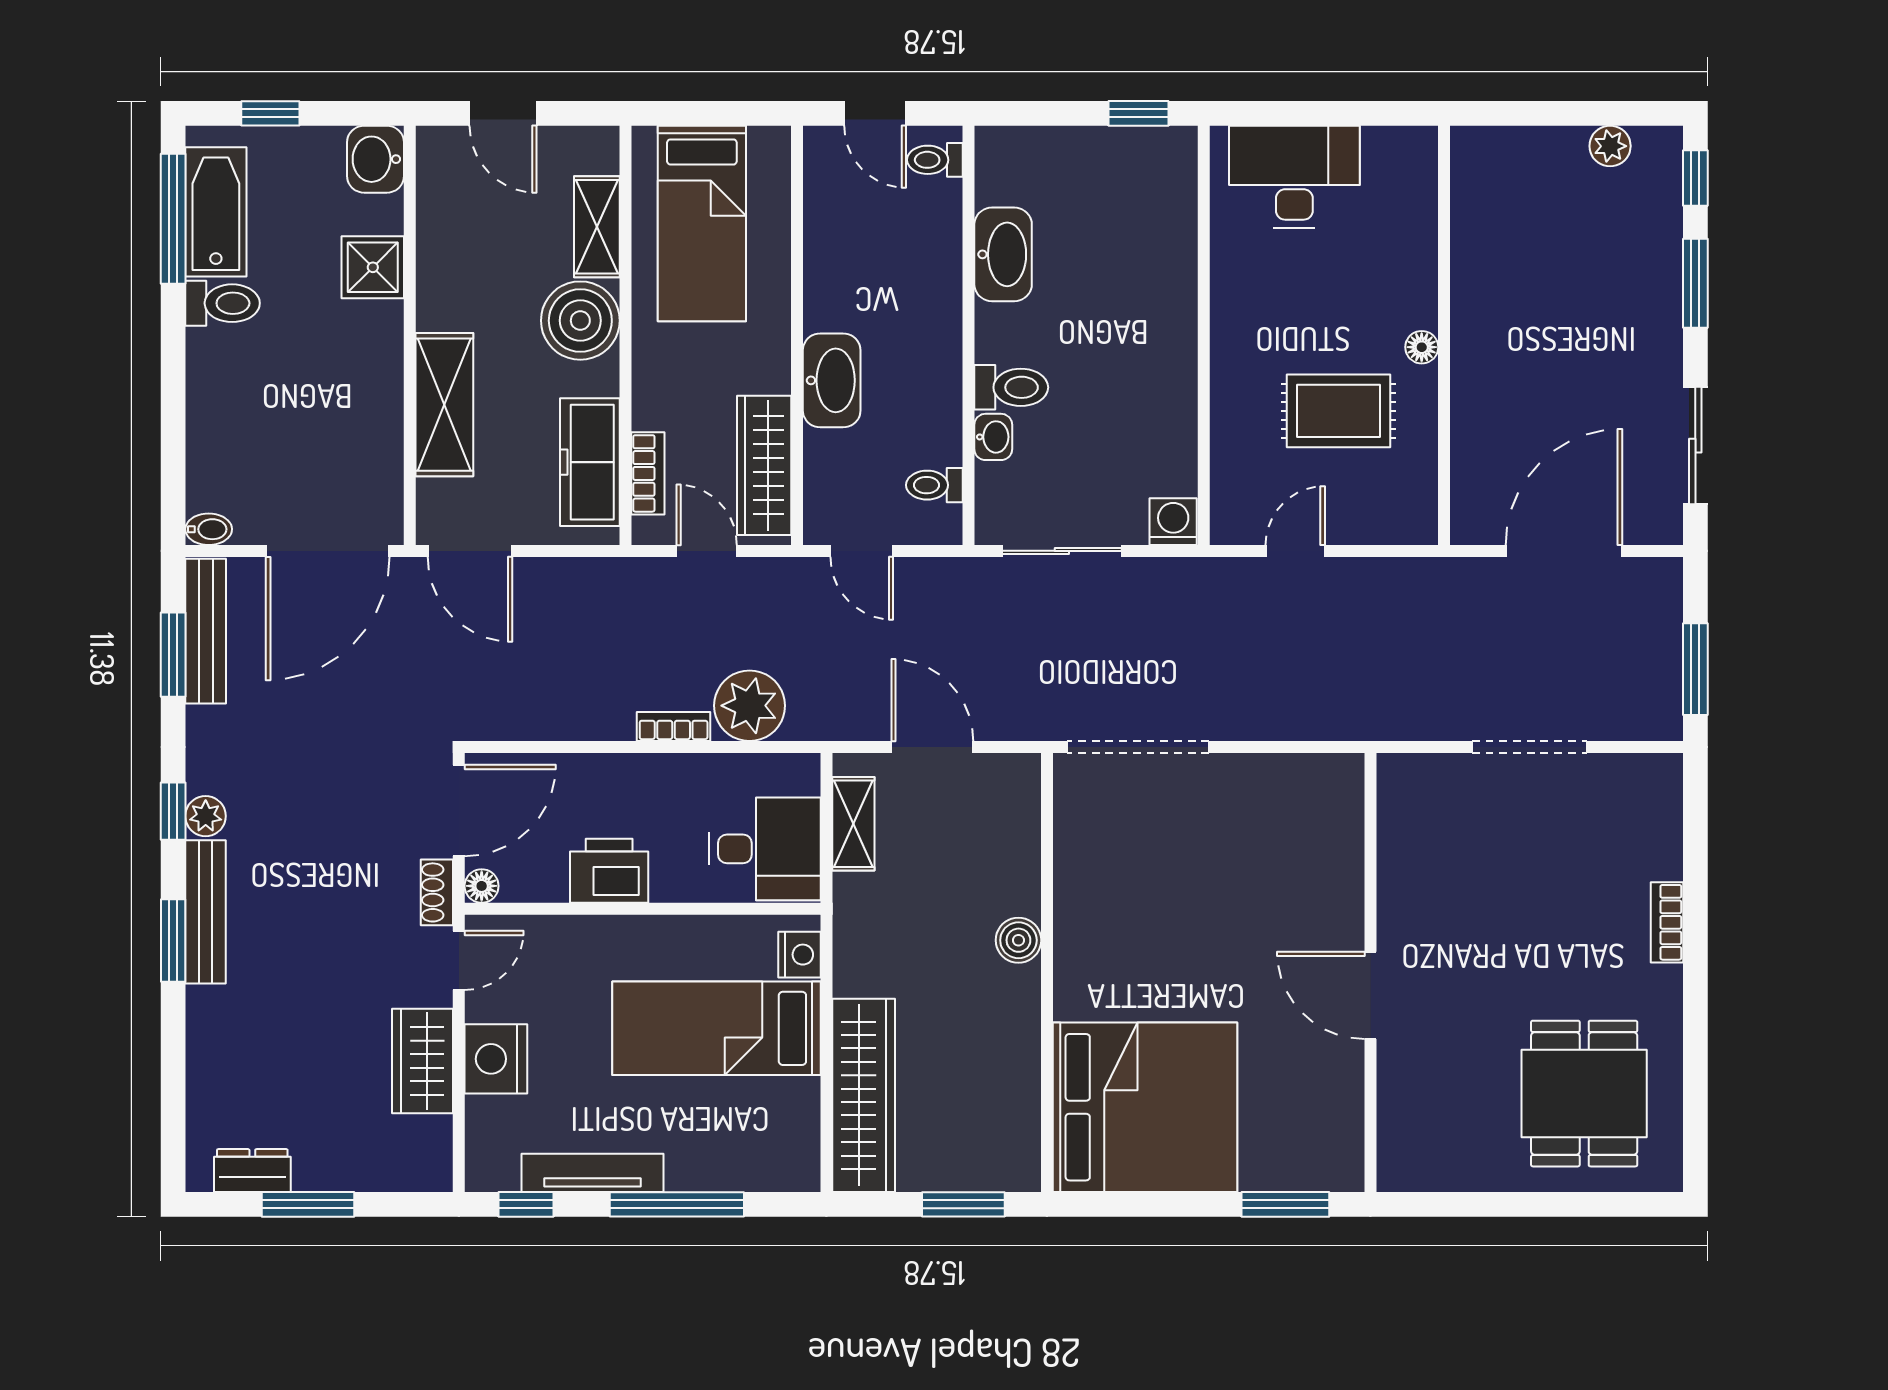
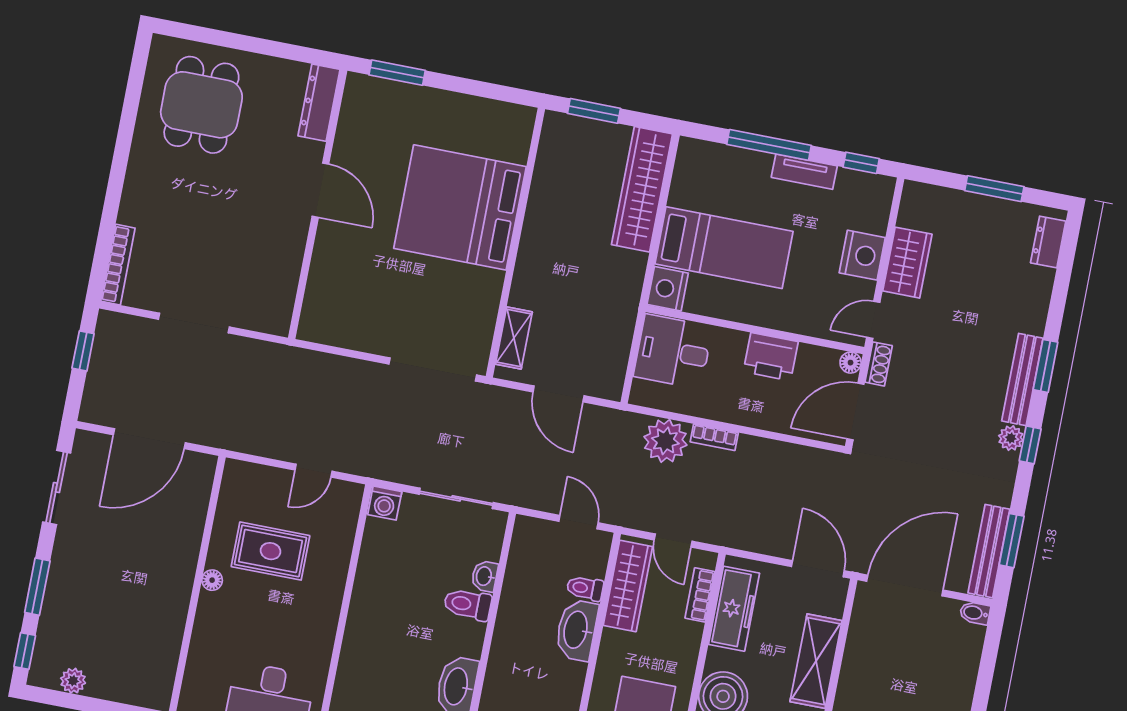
toilet: (934, 485) -> (585, 588), moved, turned 180
window: (1695, 669) -> (83, 351), width x0.67
shelving: (853, 824) -> (514, 338), moved
bookcase: (1667, 922) -> (118, 265), moved, width x1.56
boiler: (1018, 940) -> (529, 266), removed
nightstand: (799, 955) -> (668, 289), width x1.36, depth x1.33
bed: (1145, 1107) -> (460, 207), moved
dresser: (1399, 1133) -> (319, 103), added
dresser: (252, 1171) -> (1048, 242), moved, turned 90
tv unit: (592, 1173) -> (804, 172), width x0.71

